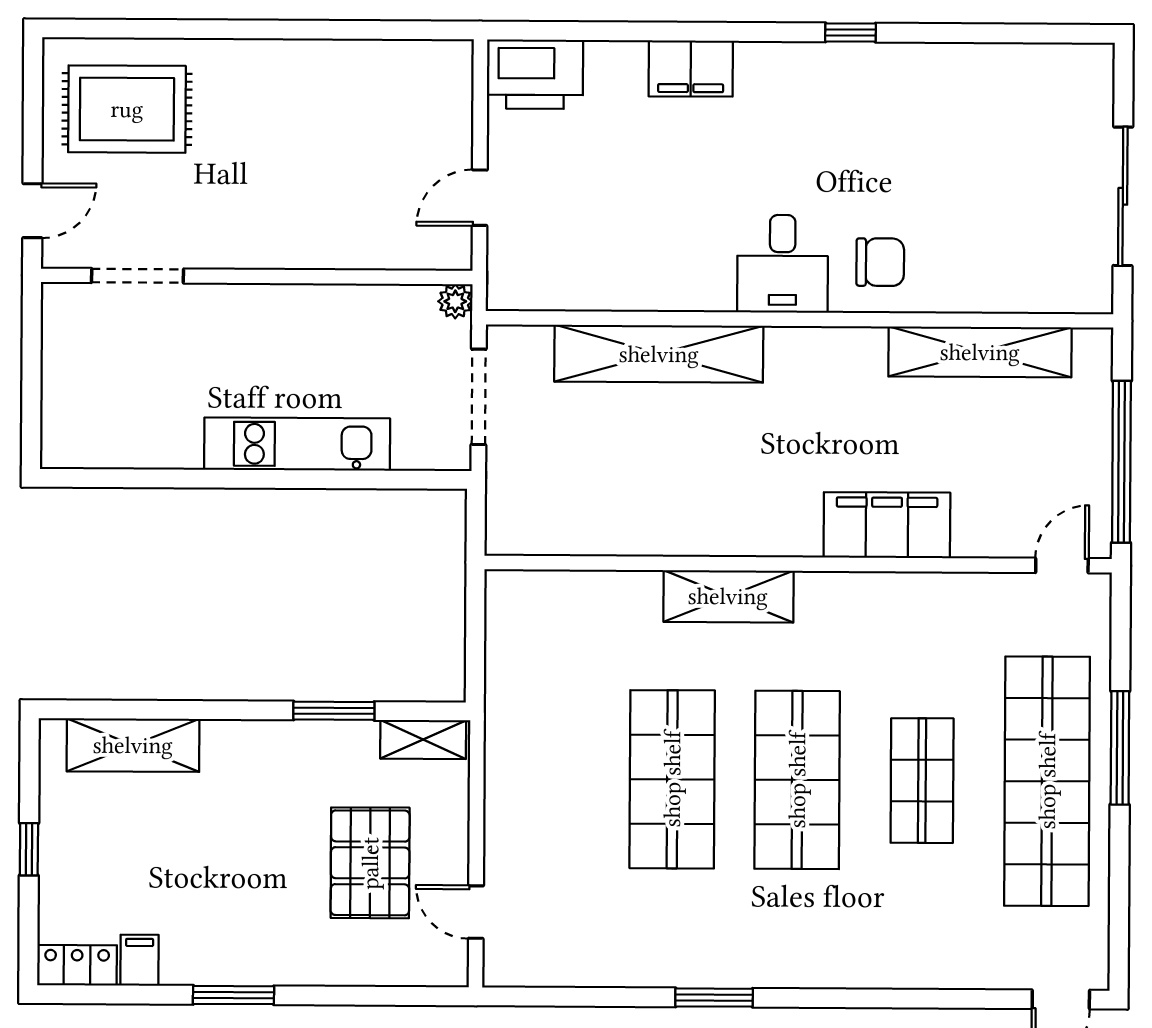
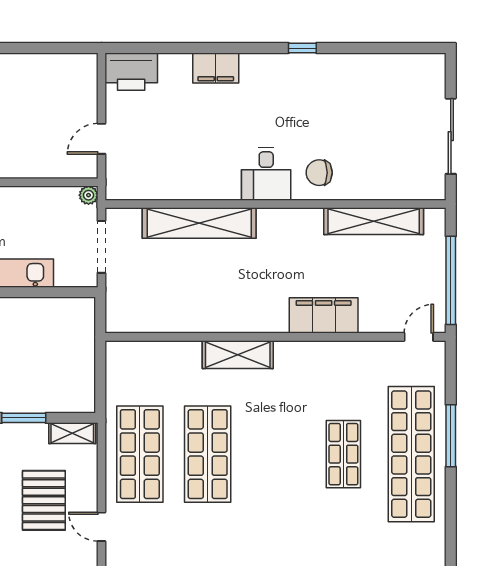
chair: (880, 262) -> (319, 173), turned 180
shop shelf: (797, 780) -> (140, 454), moved

